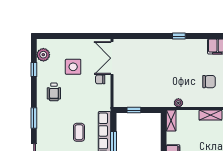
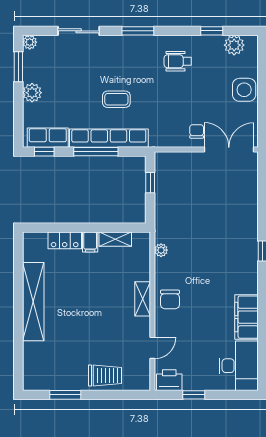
side table: (73, 67) -> (244, 90), moved
chair: (209, 82) -> (170, 299), moved
shelving: (171, 121) -> (115, 239), moved

